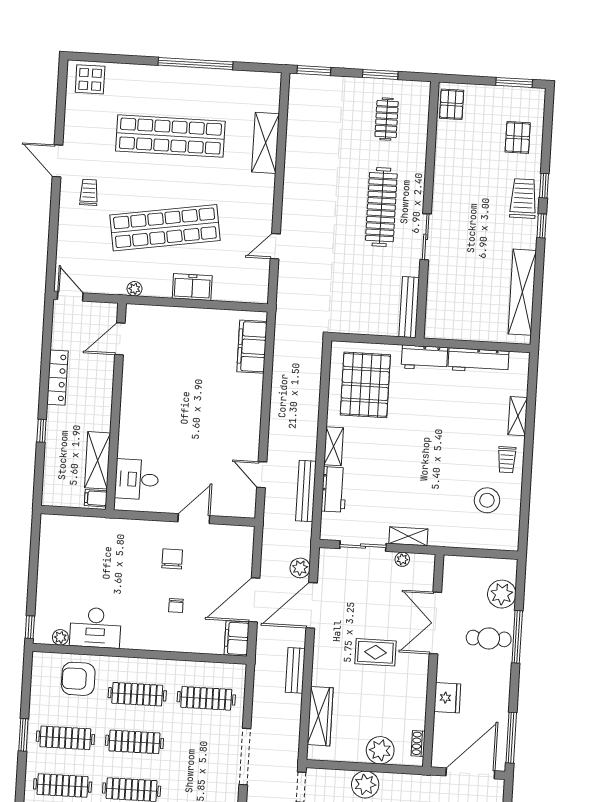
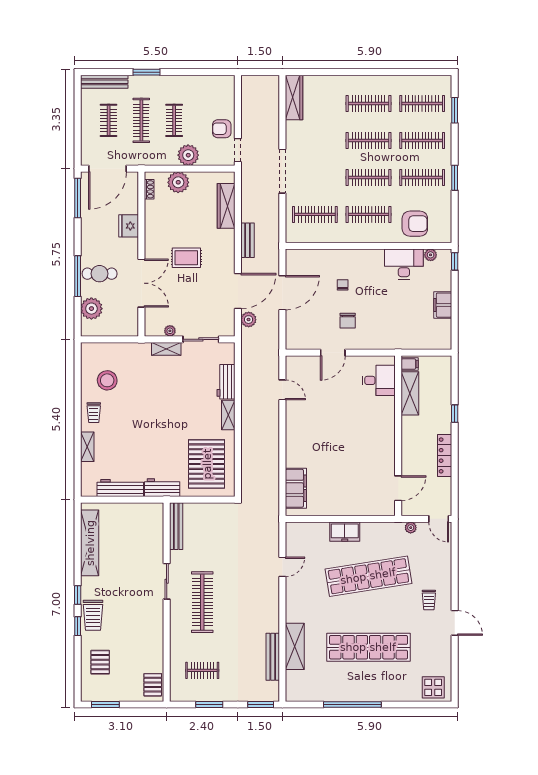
clothes rail: (387, 119) -> (202, 670), turned 90
plant: (134, 289) -> (411, 528), moved
trolley: (507, 460) -> (94, 413), turned 180
bench: (306, 491) -> (273, 657), moved
filing cabinet: (237, 638) -> (443, 305), moved, turned 180

